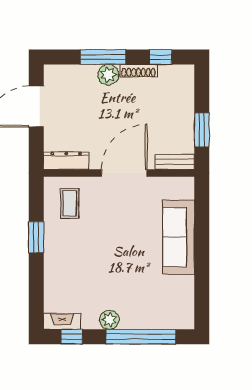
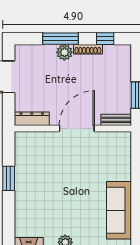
coffee table: (70, 203) -> (35, 152), removed
sofa: (179, 237) -> (119, 210), moved

